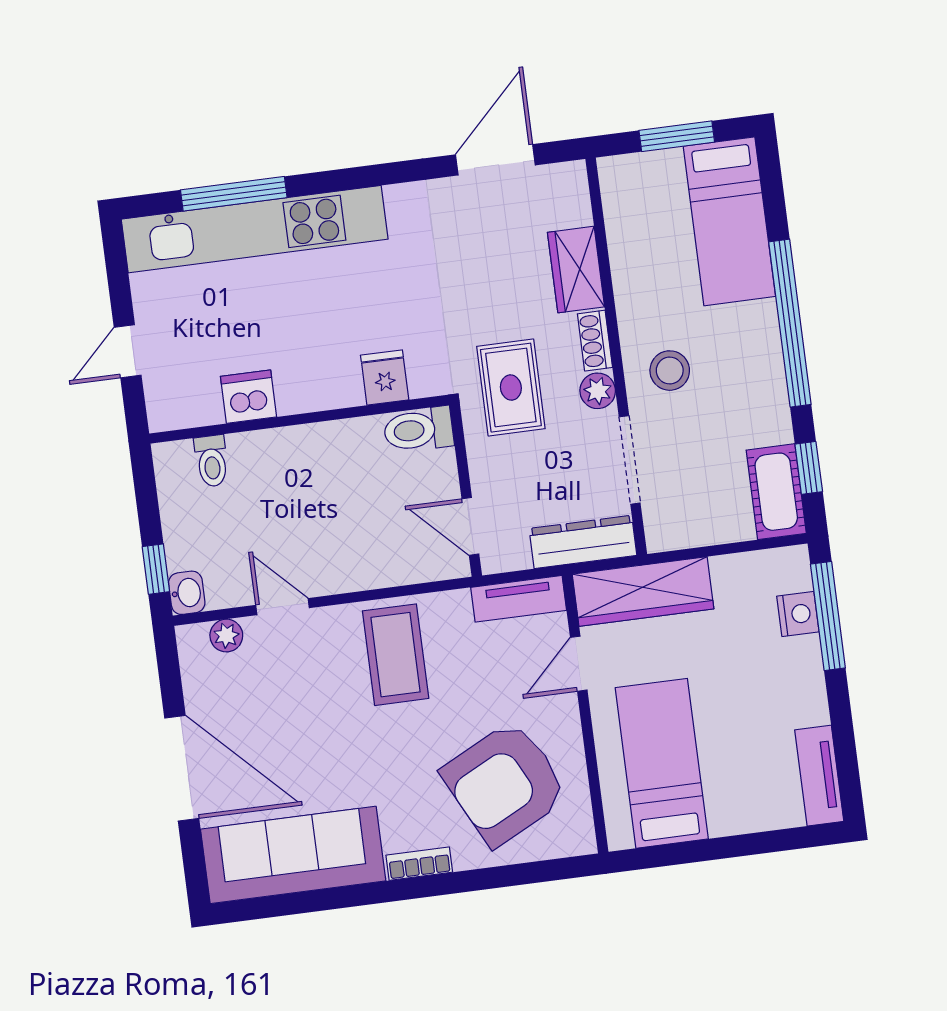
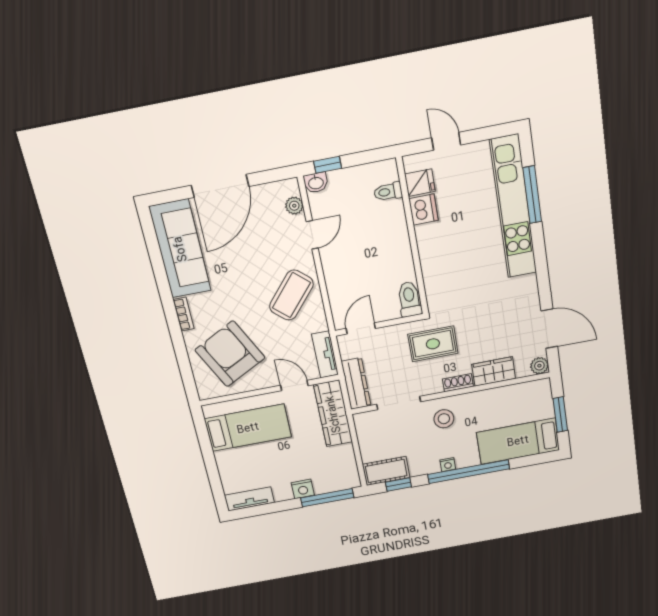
nightstand: (771, 365) -> (448, 465), added
fridge: (385, 377) -> (420, 183), moved
plant: (598, 391) -> (539, 366), moved
nightstand: (798, 614) -> (303, 489), moved
coffee table: (396, 655) -> (291, 295), turned -49

